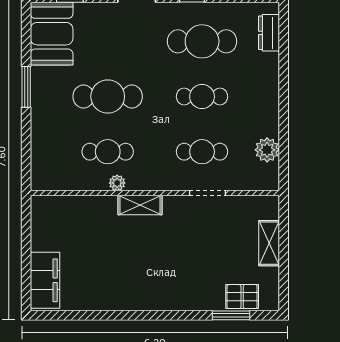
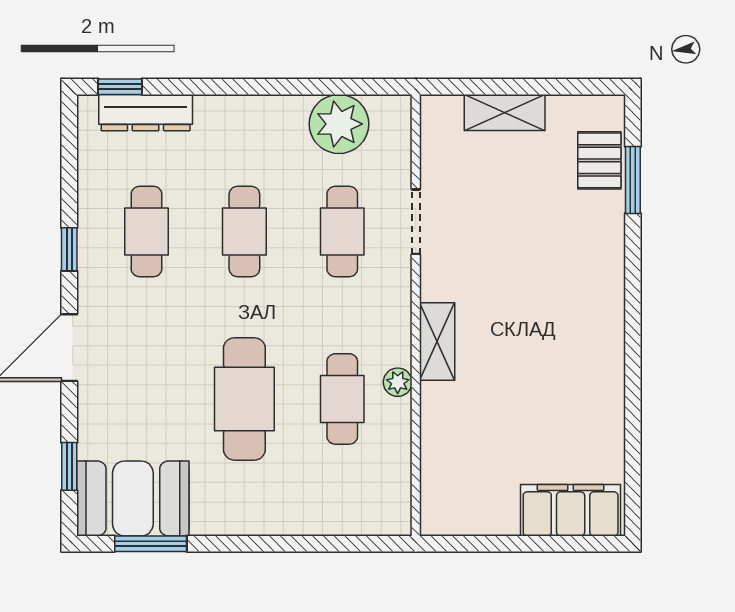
window: (284, 26) -> (120, 87), added
dresser: (269, 33) -> (146, 113), width x1.44
cafe table: (202, 41) -> (147, 231), width x0.73, depth x0.74
window: (26, 87) -> (151, 544), moved
plant: (267, 150) -> (339, 124), width x1.36, depth x1.36

